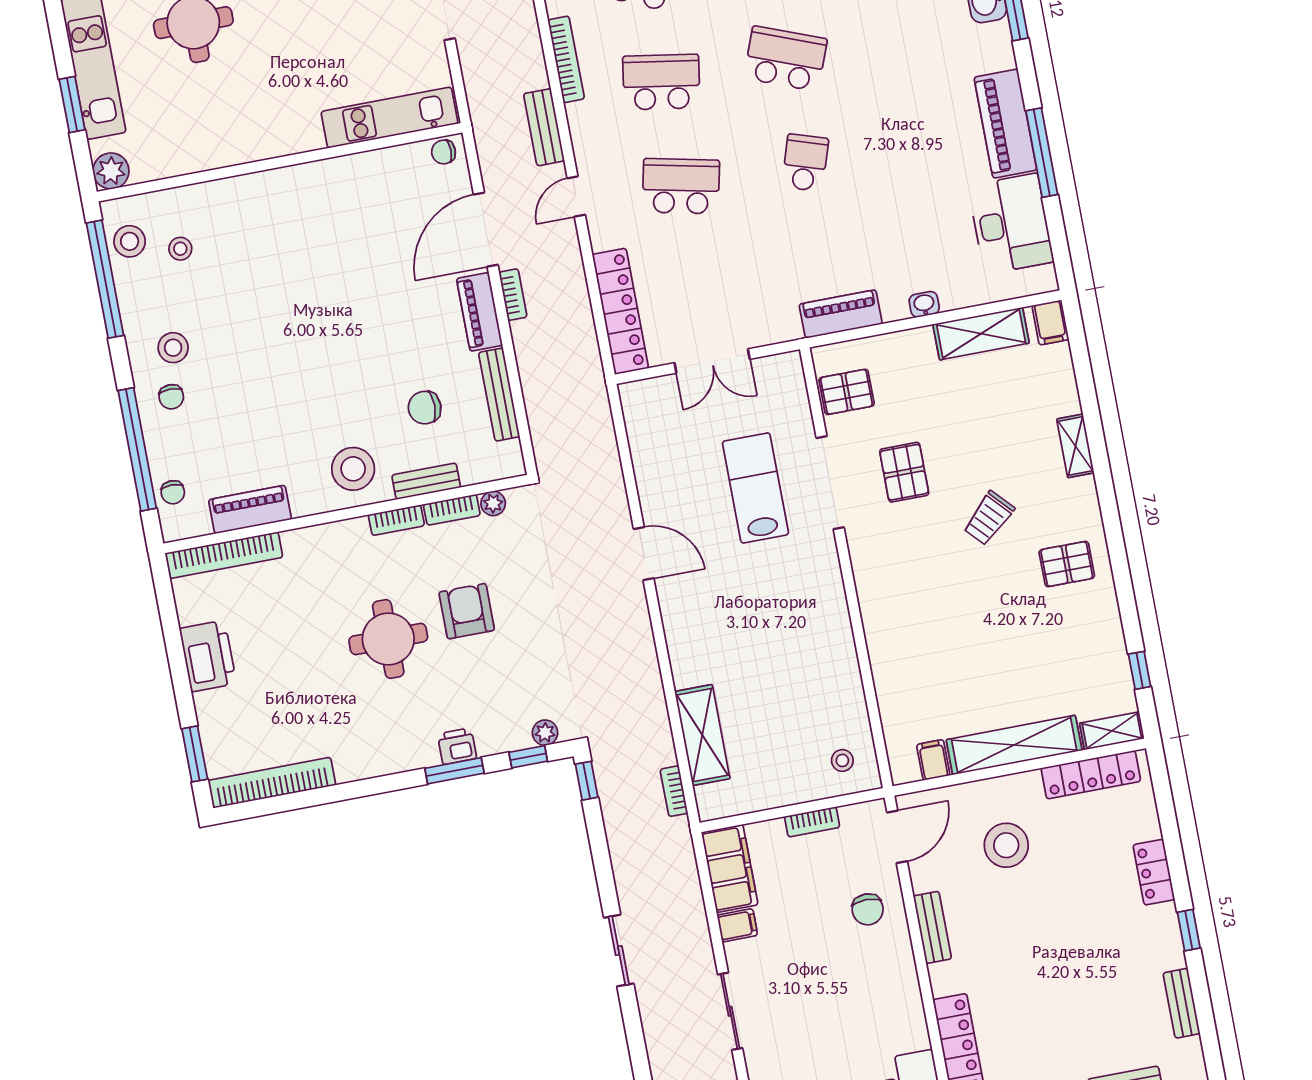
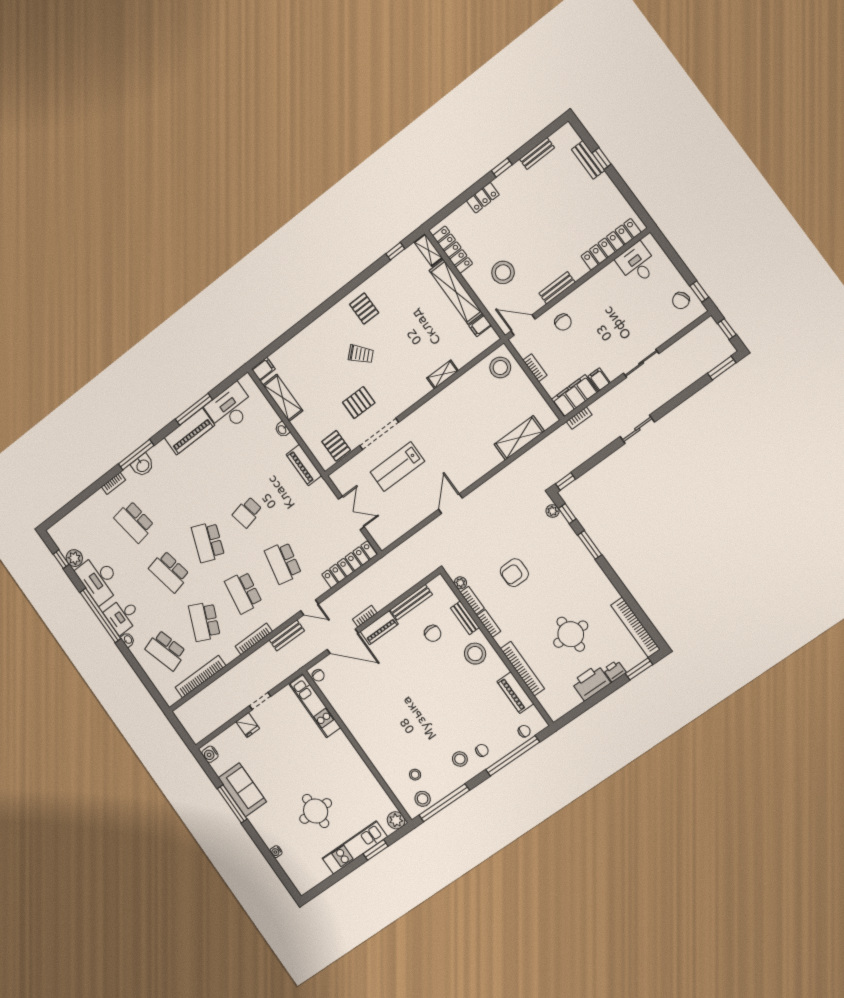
school desk: (805, 163) -> (247, 512), turned -30
shelving: (1075, 446) -> (443, 374), moved
bookcase: (224, 555) -> (522, 669), moved
round table: (388, 639) -> (571, 634), moved
printer: (457, 746) -> (615, 671), moved, turned 90
stool: (842, 760) -> (500, 368), width x1.89, depth x1.89
bookcase: (674, 791) -> (579, 418), moved
chair: (868, 909) -> (563, 322), turned 90

